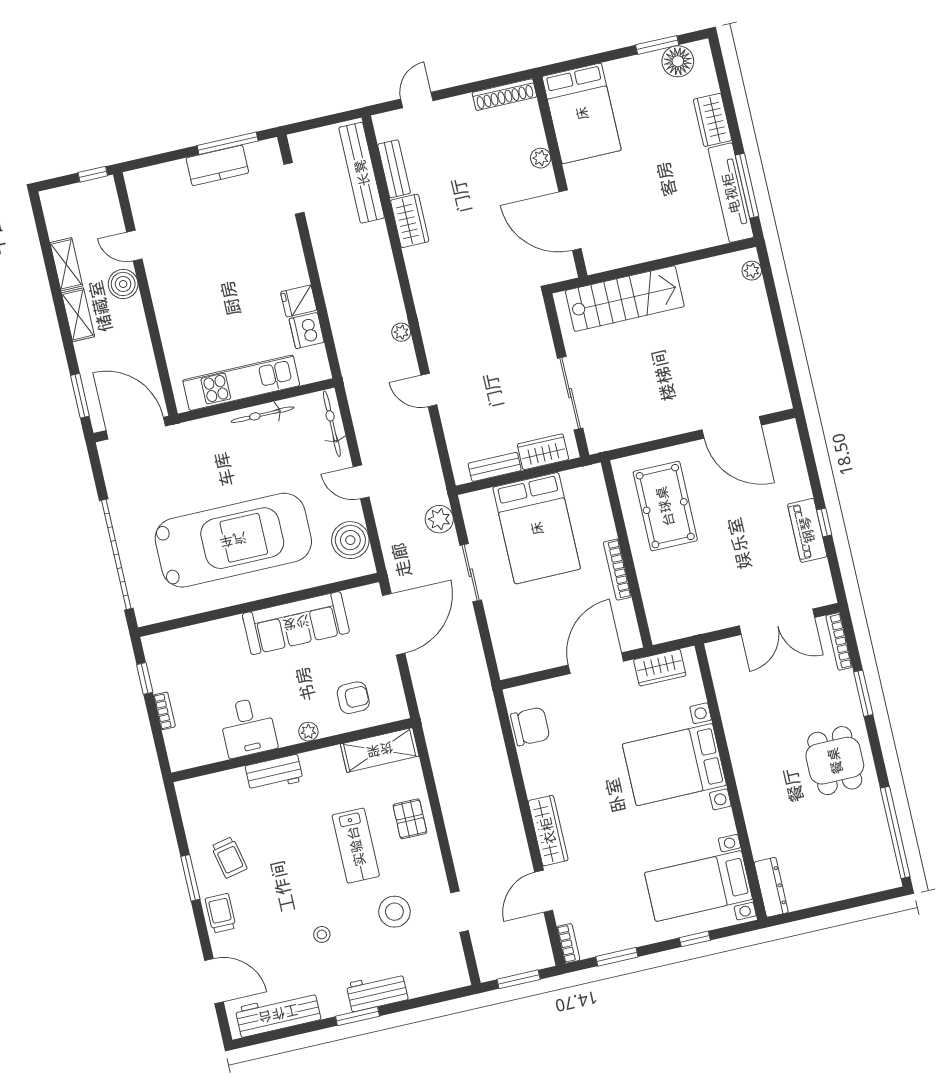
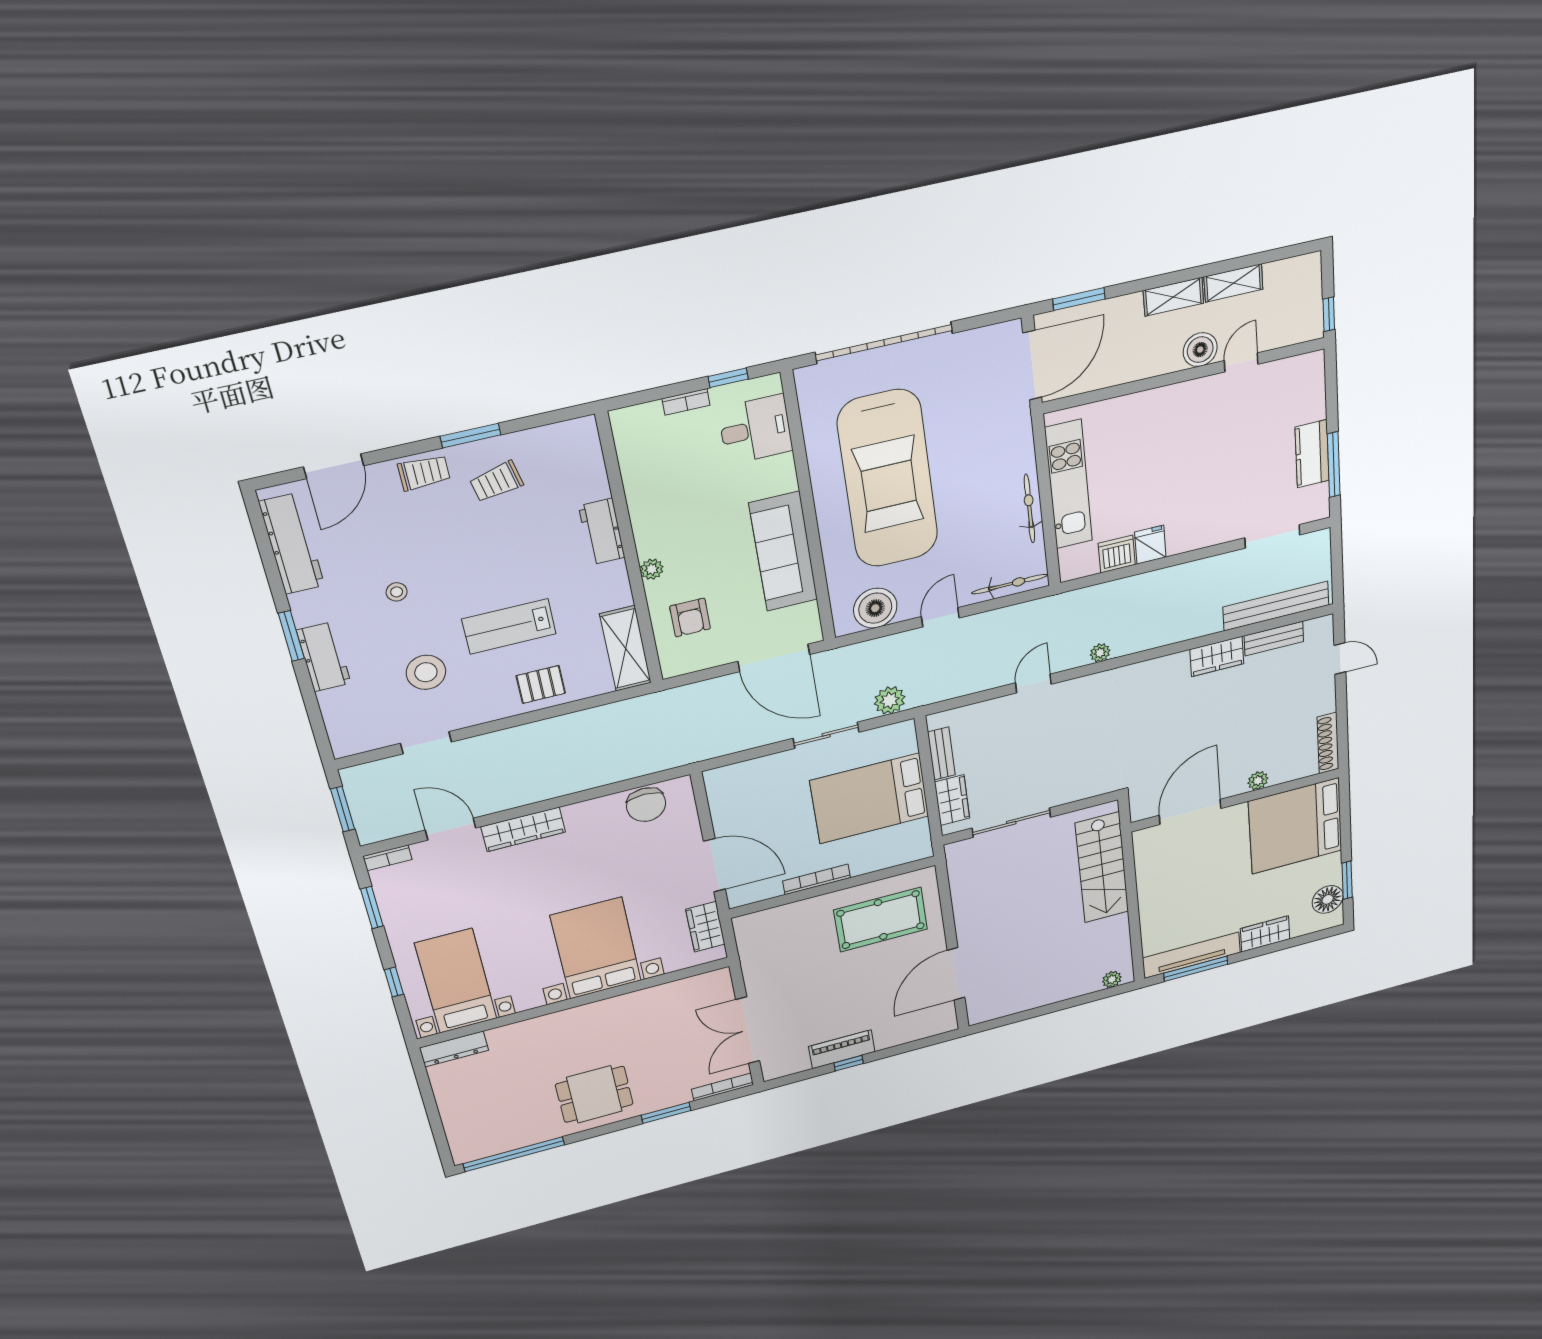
bed: (582, 113) -> (1295, 826), width x1.36
desk: (248, 727) -> (755, 429), moved, turned 180

